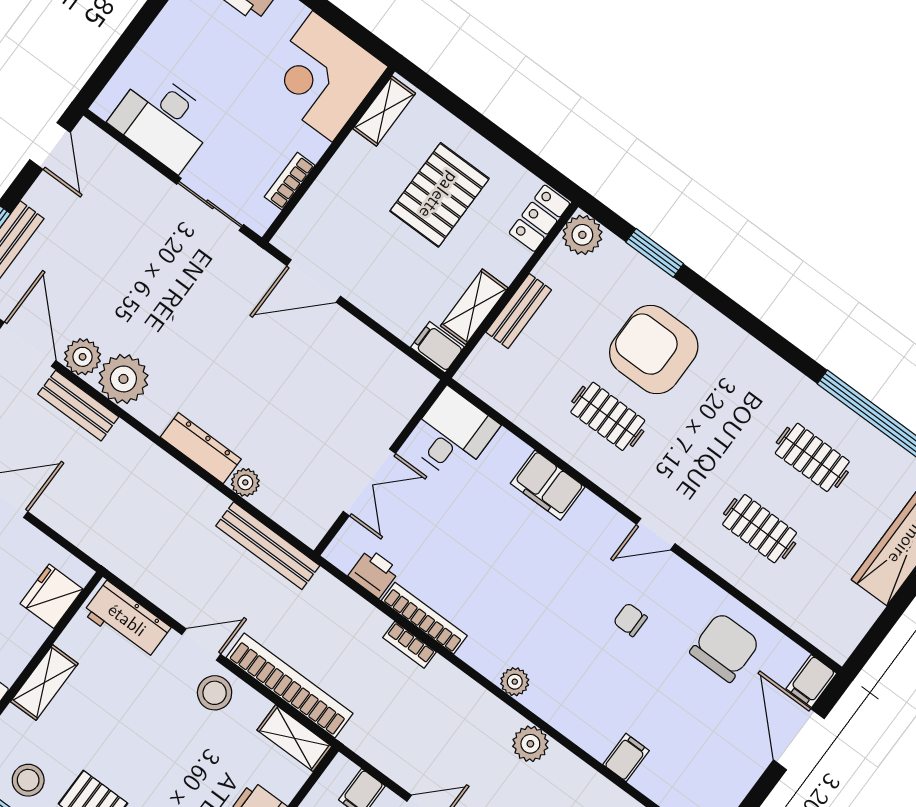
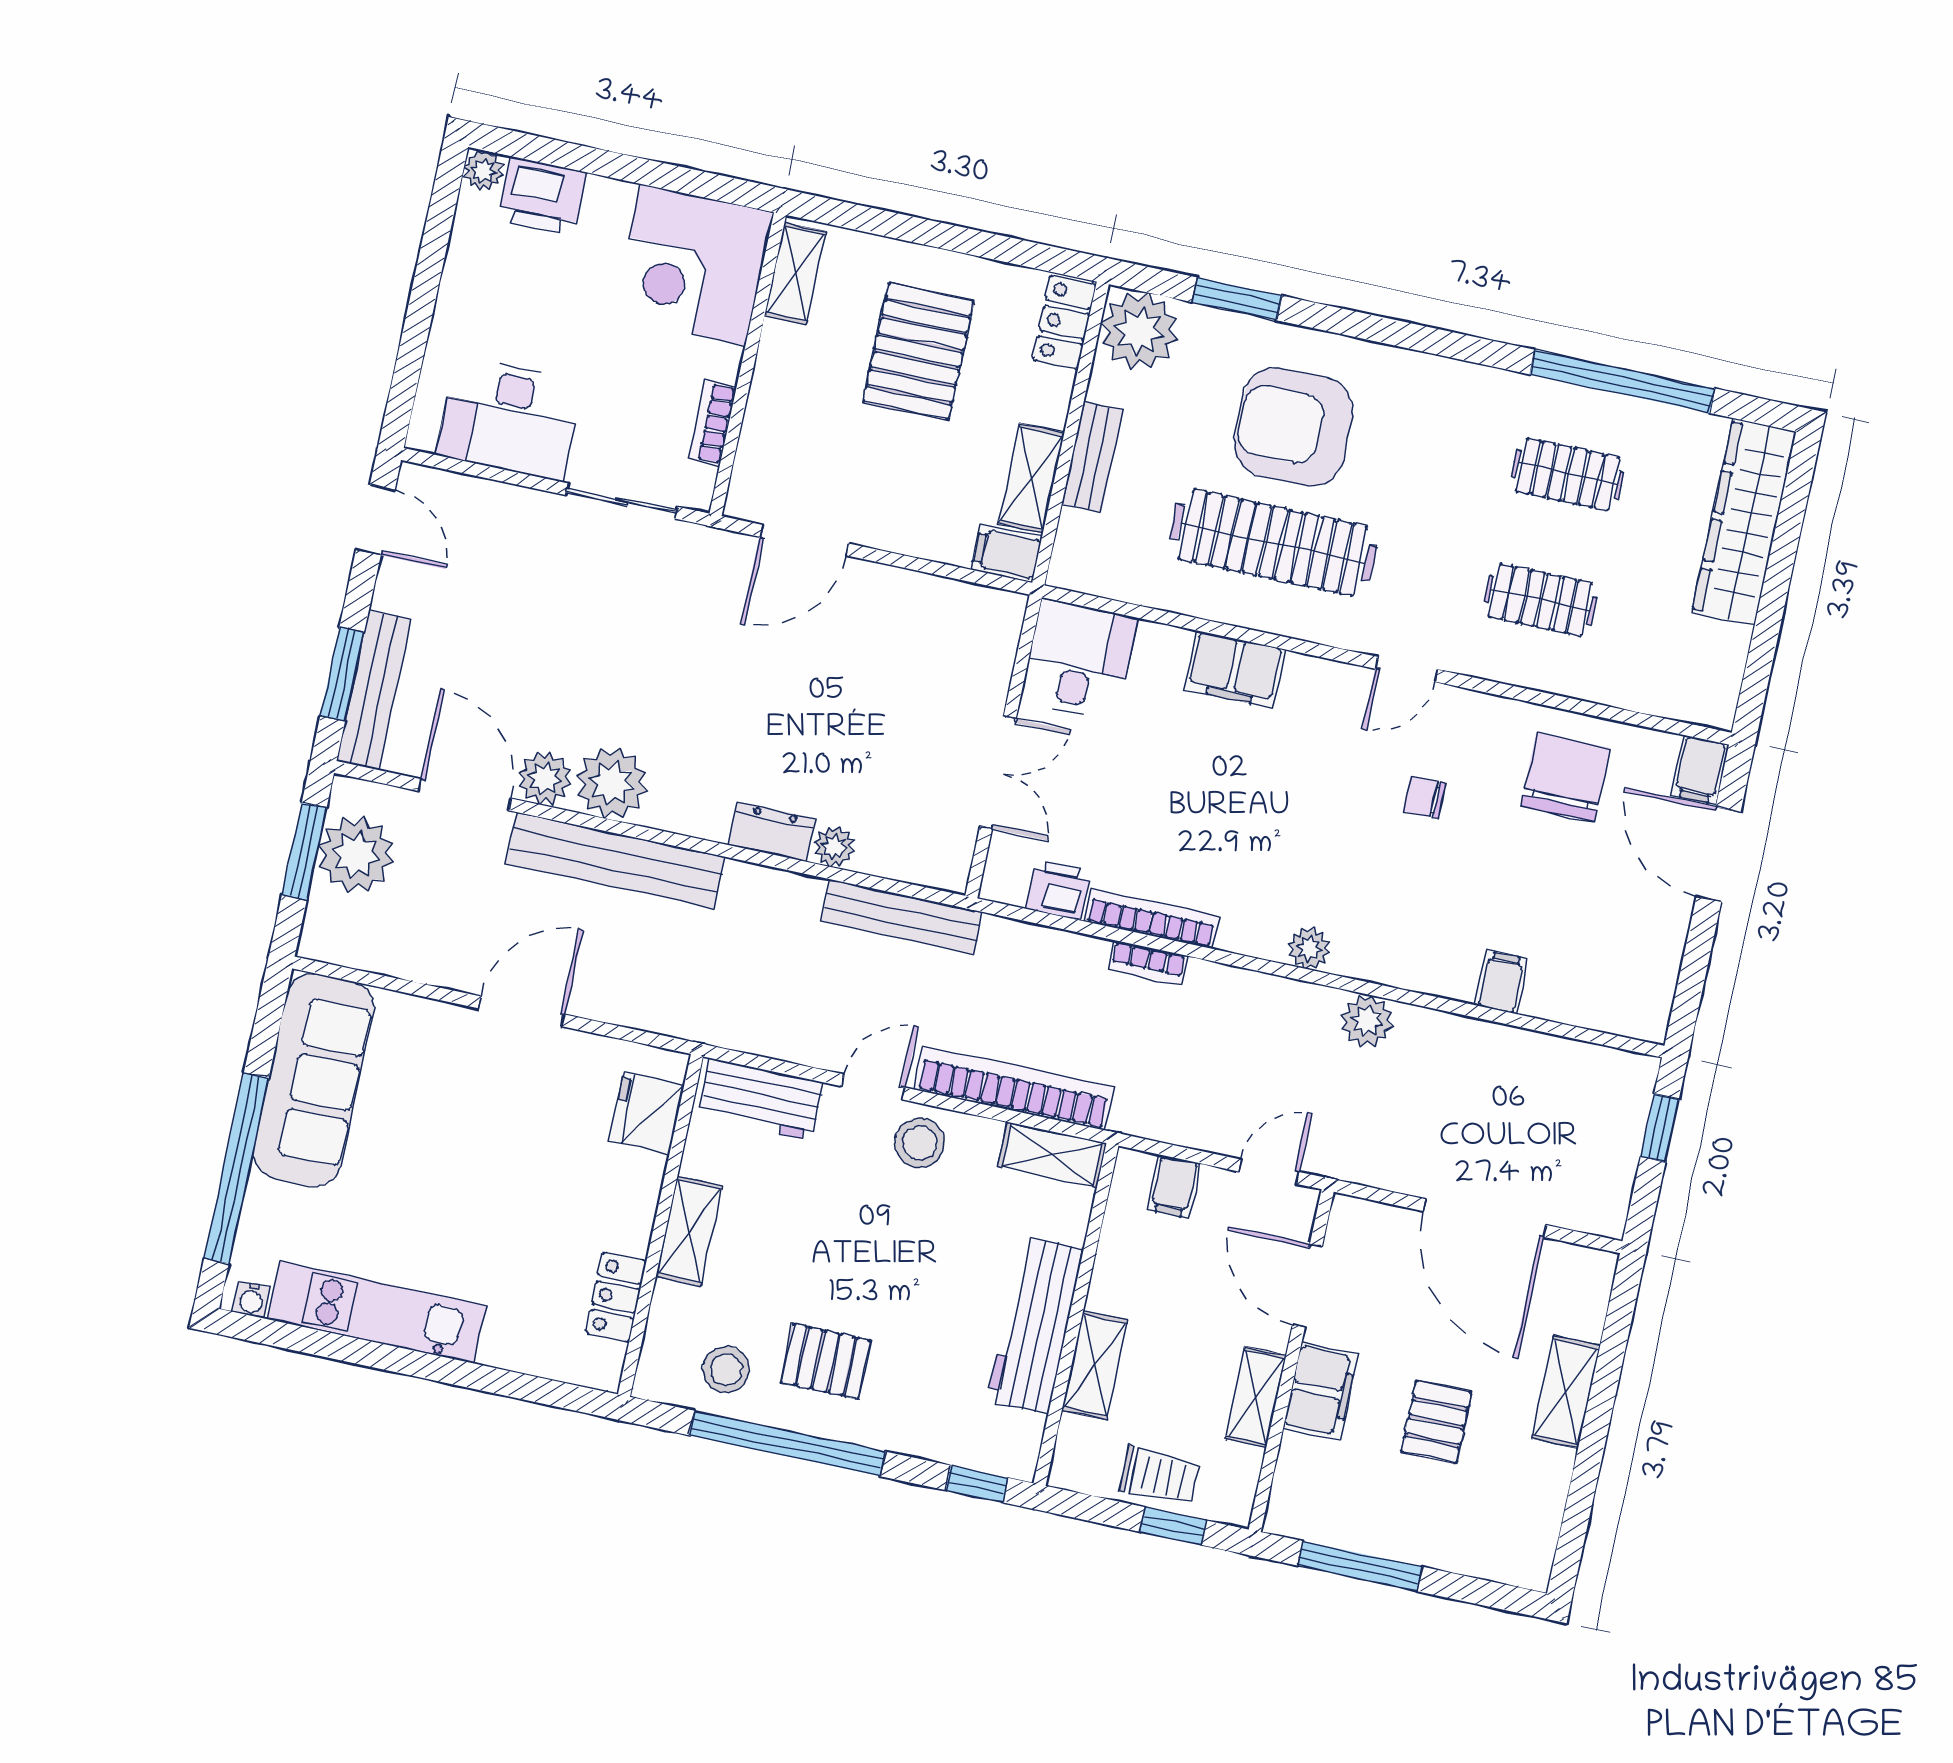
plant: (582, 235) -> (1139, 331), width x1.36, depth x1.36
bench: (78, 406) -> (615, 860), width x1.86, depth x1.21
clothes rail: (608, 416) -> (1273, 543), width x1.86, depth x1.31
dresser: (201, 448) -> (772, 832), width x0.70

